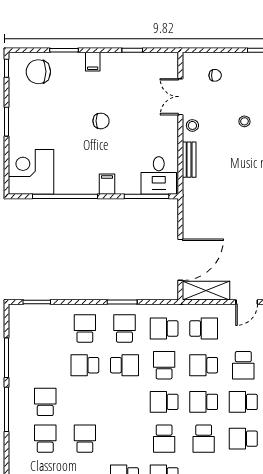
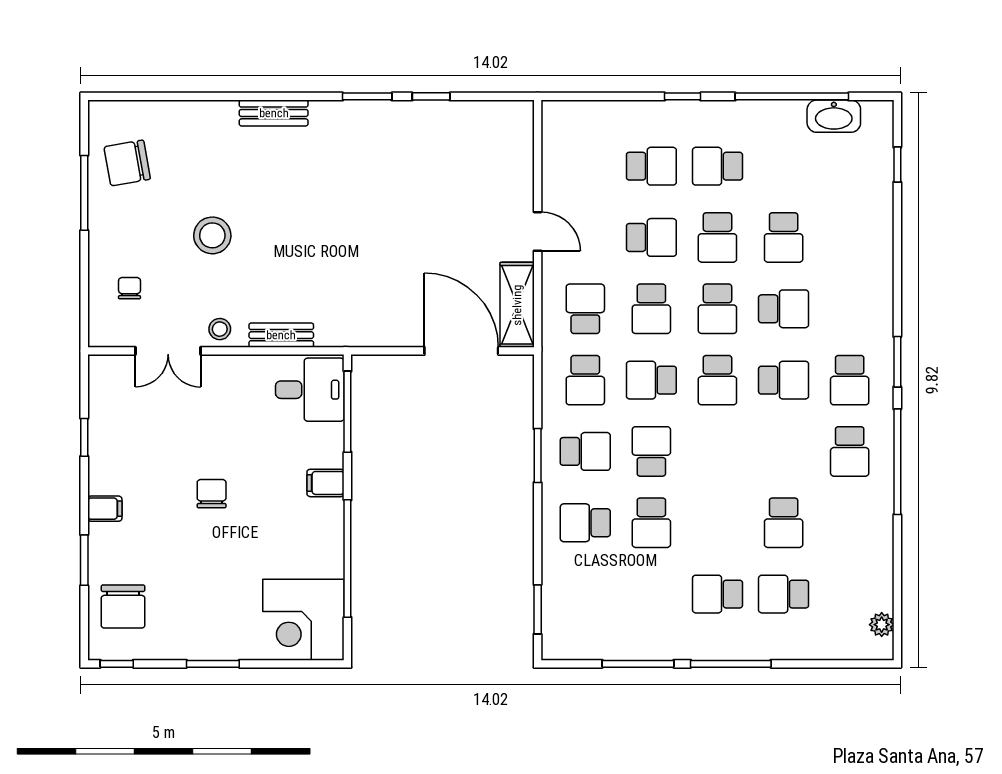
stool: (244, 121) -> (212, 235), width x1.89, depth x1.89
school desk: (124, 328) -> (585, 451), turned 180
school desk: (85, 439) -> (784, 523), turned -90

